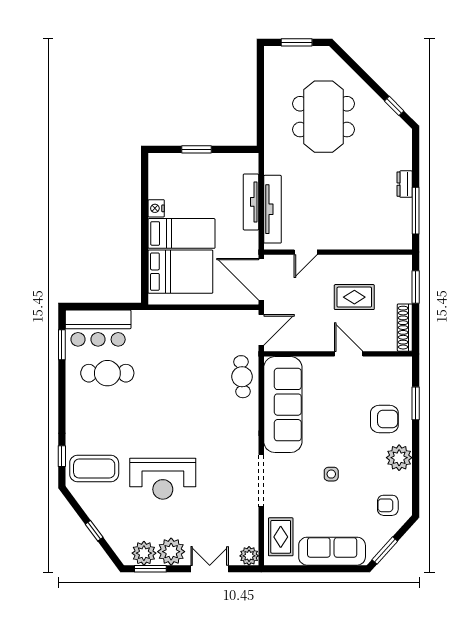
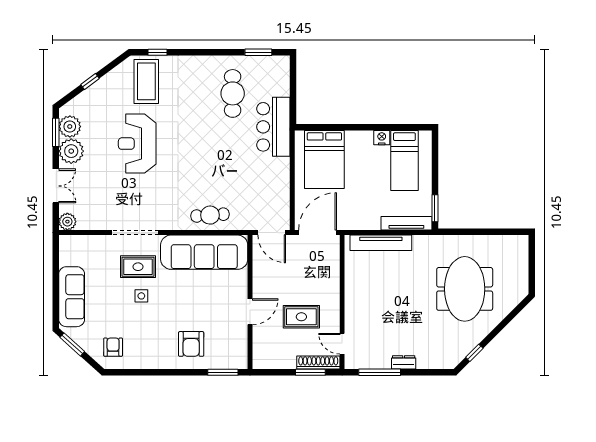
window: (297, 42) -> (532, 265), removed
meeting table: (324, 117) -> (465, 289), turned 90
window: (196, 149) -> (435, 208), moved
tv unit: (251, 202) -> (406, 223), moved
bed: (182, 233) -> (404, 160), moved
door: (306, 252) -> (342, 344), moved
rug: (354, 297) -> (301, 317), turned 90
bar counter: (98, 328) -> (273, 127), moved
shoe rack: (405, 328) -> (318, 362), moved
cafe table: (242, 377) -> (210, 215), moved
window: (416, 403) -> (223, 372), moved
plant: (399, 458) -> (156, 357), removed
rug: (281, 537) -> (138, 267), moved

